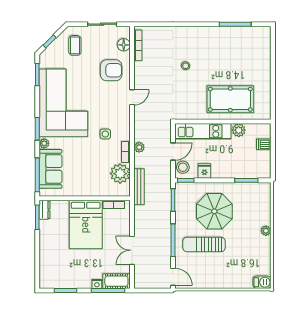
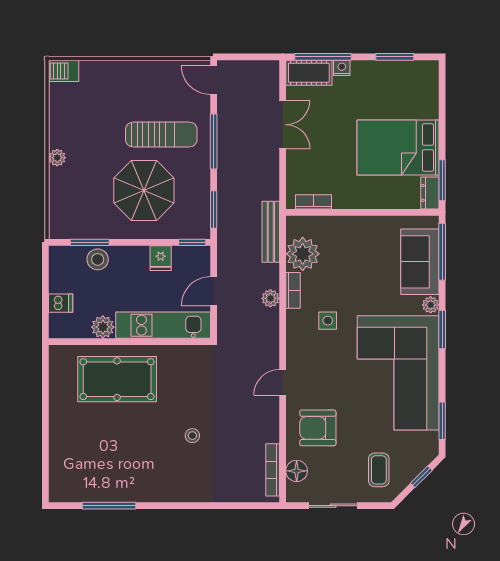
stool: (183, 167) -> (98, 259), moved
bed: (86, 225) -> (398, 148), moved, turned -90

